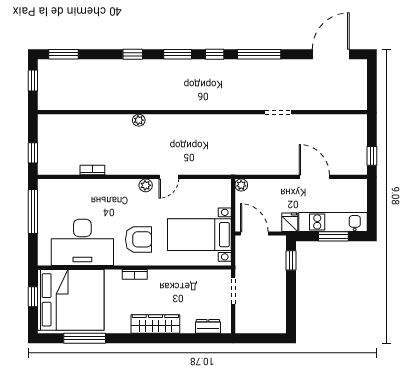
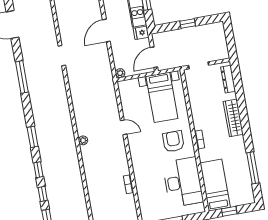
window: (215, 54) -> (43, 194), moved
plant: (139, 120) -> (83, 140), moved
door: (314, 177) -> (106, 31), moved
plant: (146, 185) -> (133, 143), removed
window: (291, 260) -> (188, 23), moved
bed: (71, 300) -> (215, 185), width x0.49
dresser: (208, 326) -> (228, 79), width x1.44

